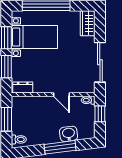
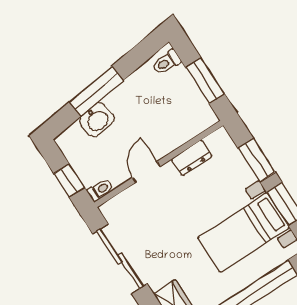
dresser: (23, 87) -> (192, 158), moved
door: (61, 95) -> (146, 172), hinge flipped

